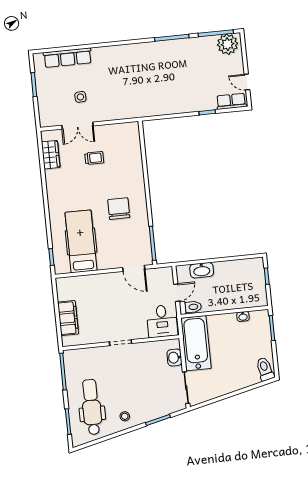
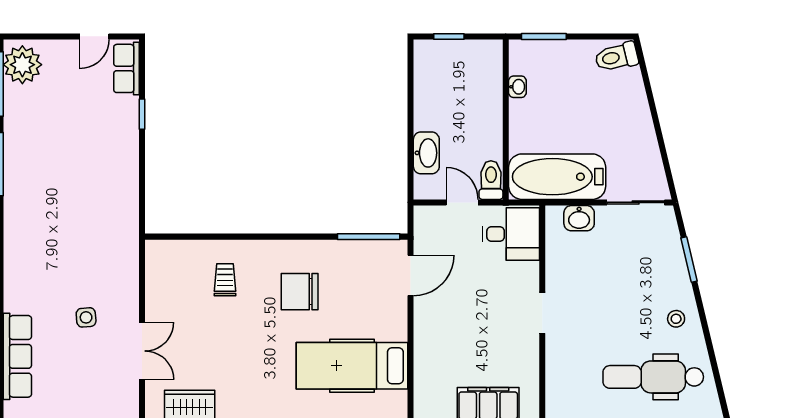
side table: (80, 97) -> (86, 317), moved
trolley: (94, 158) -> (225, 280), moved

